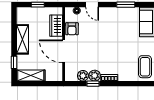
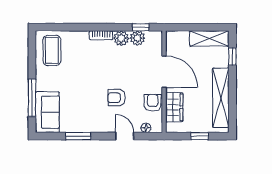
armchair: (98, 32) -> (116, 98), added
shelving: (22, 39) -> (221, 98), width x1.47
window: (93, 84) -> (141, 27), moved

